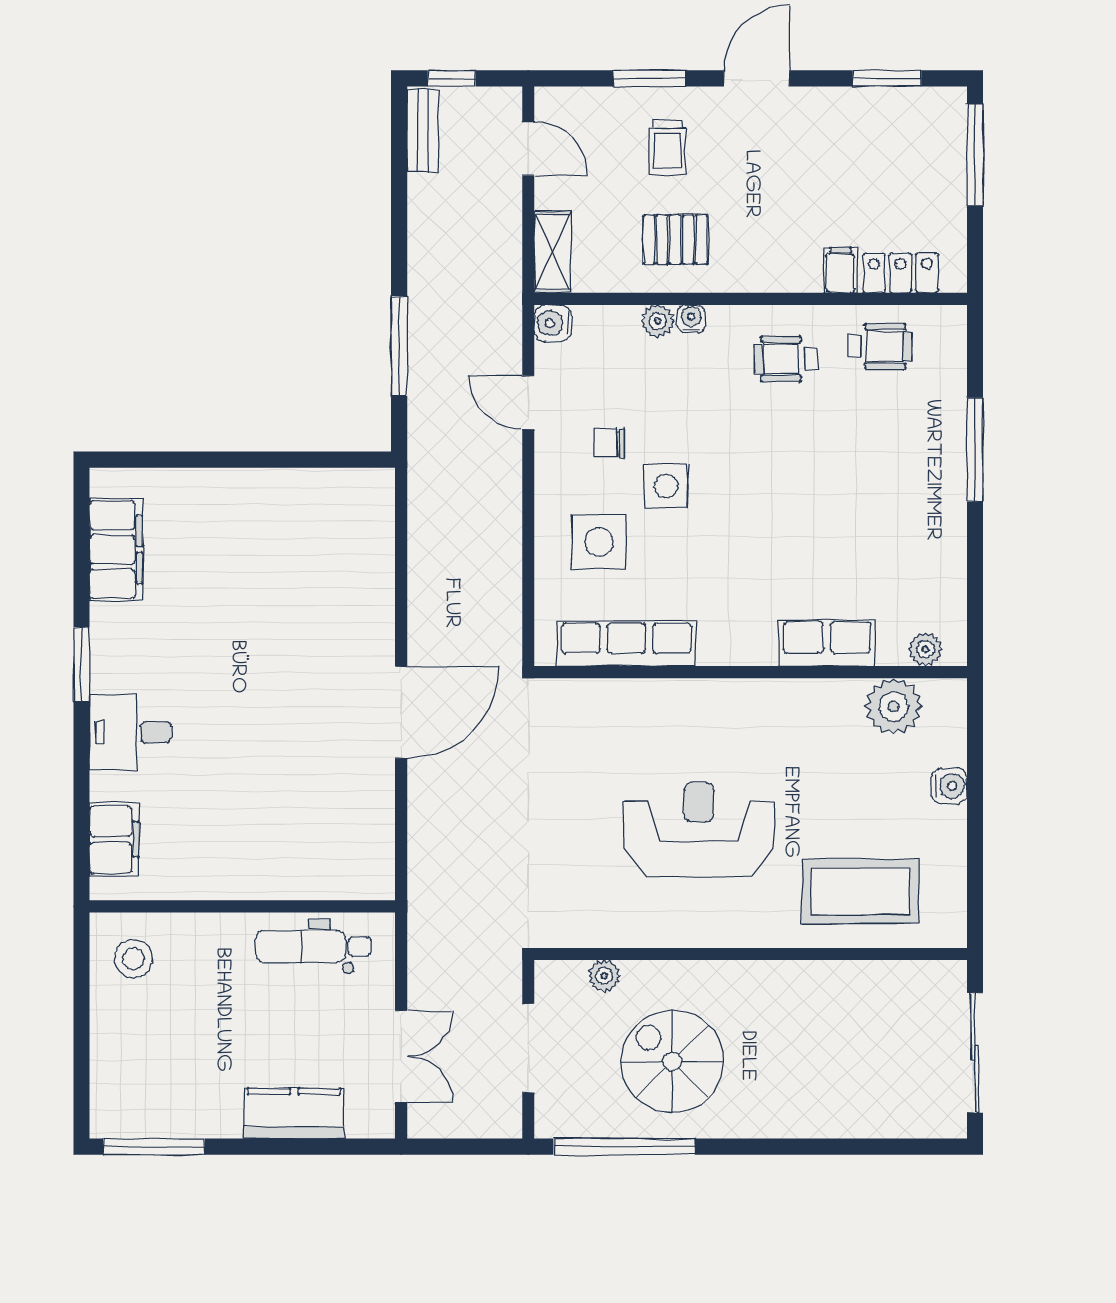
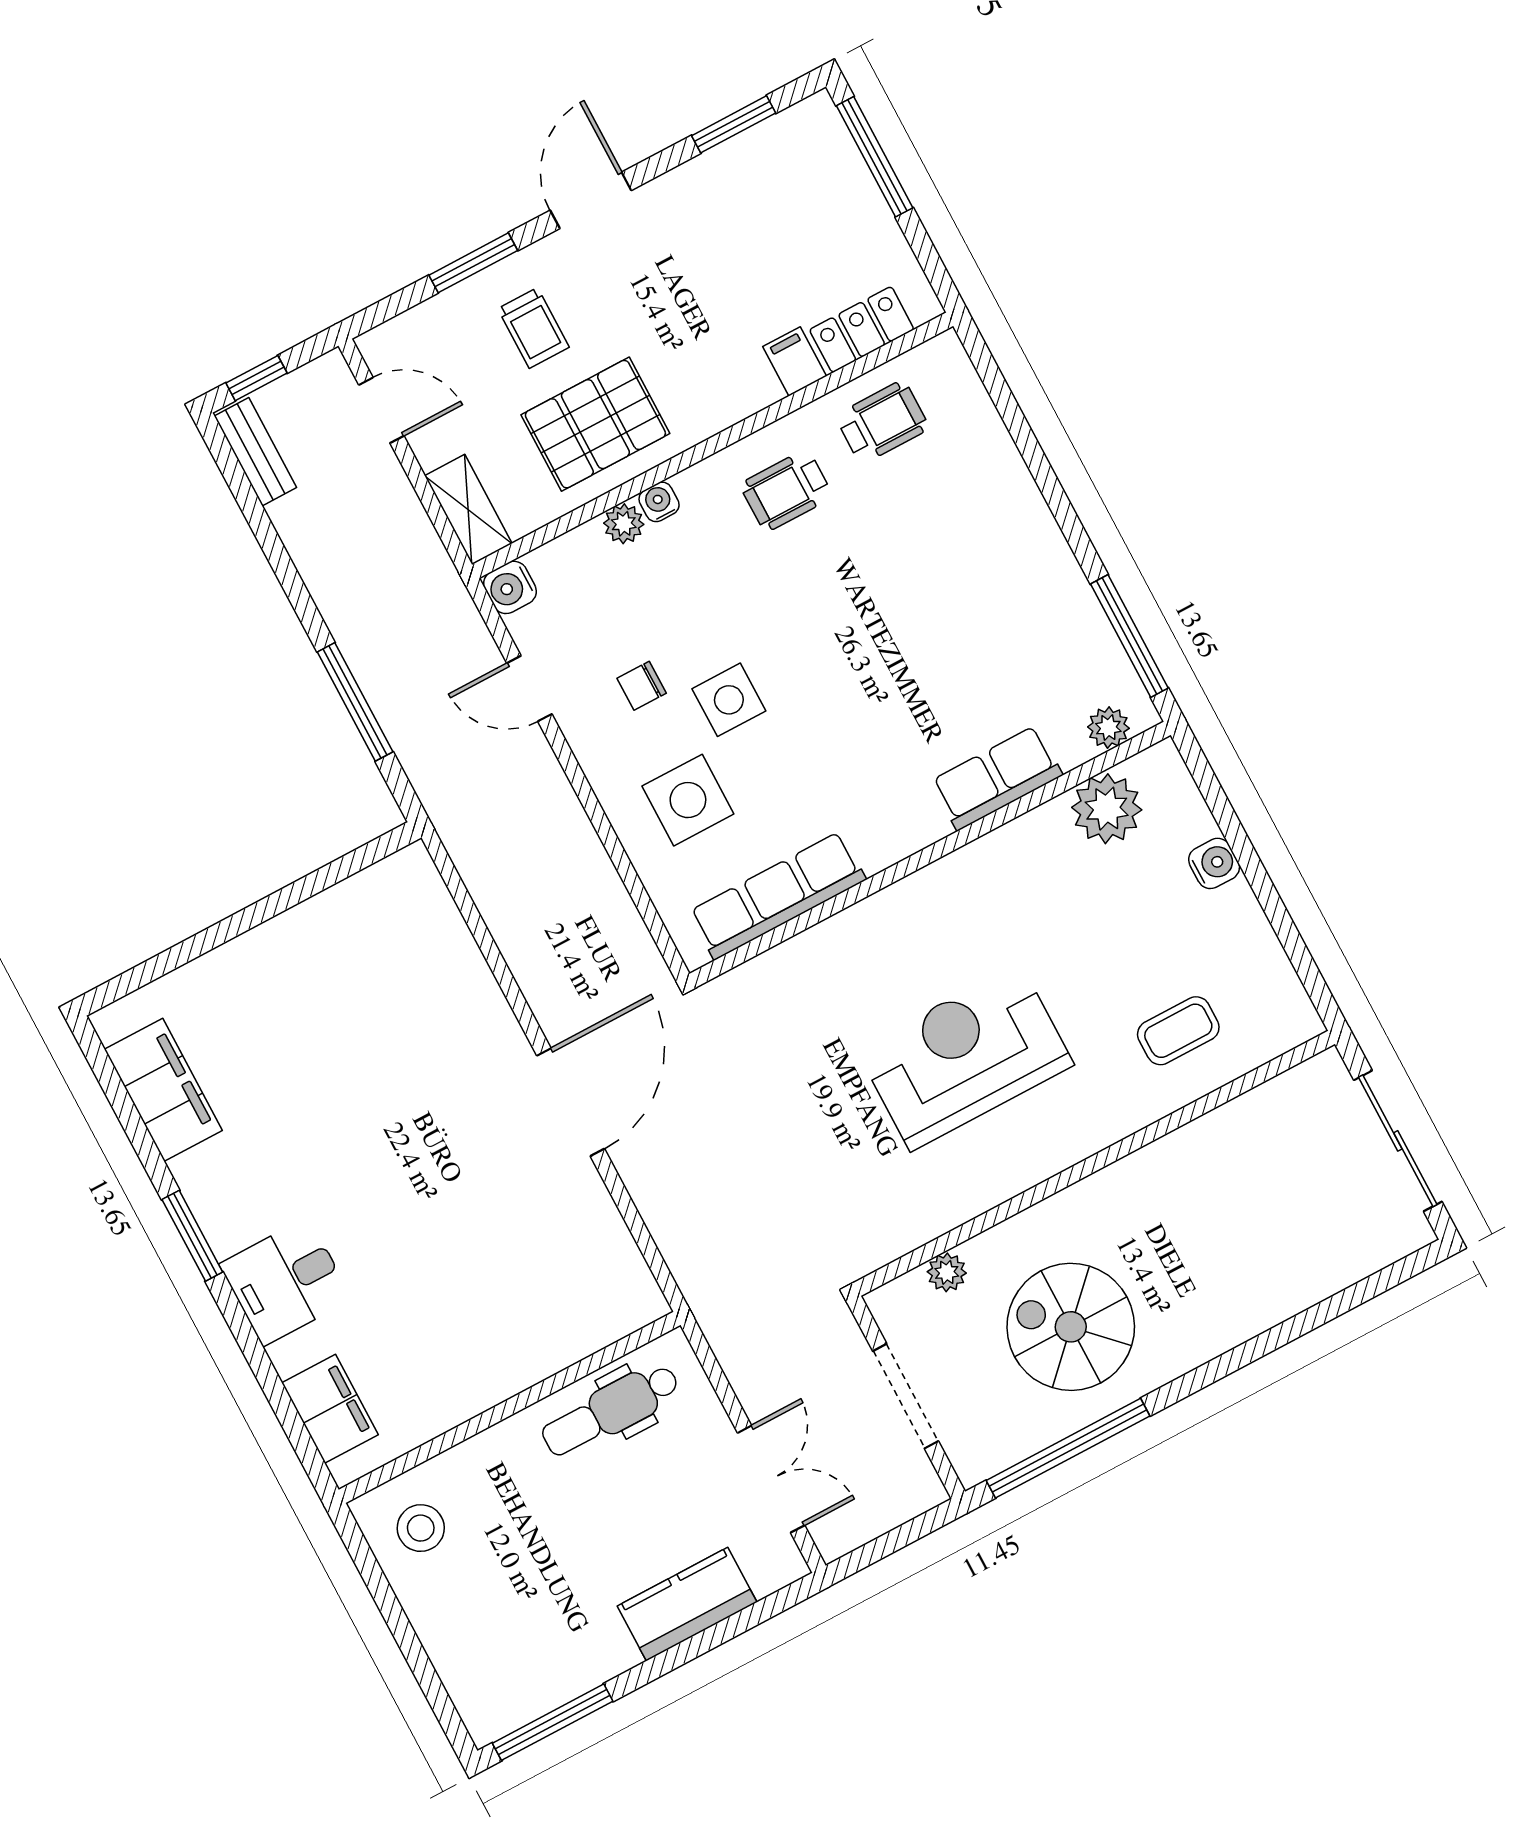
pallet: (675, 239) -> (595, 424), width x1.50, depth x1.42
window: (975, 450) -> (1129, 636), moved
coffee table: (860, 891) -> (1178, 1031), width x0.54, depth x0.58

